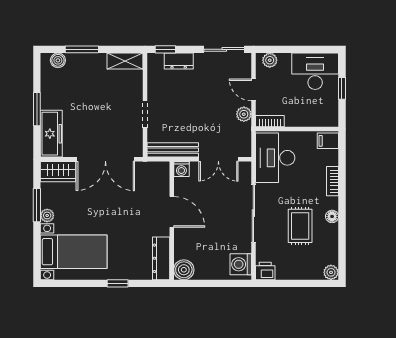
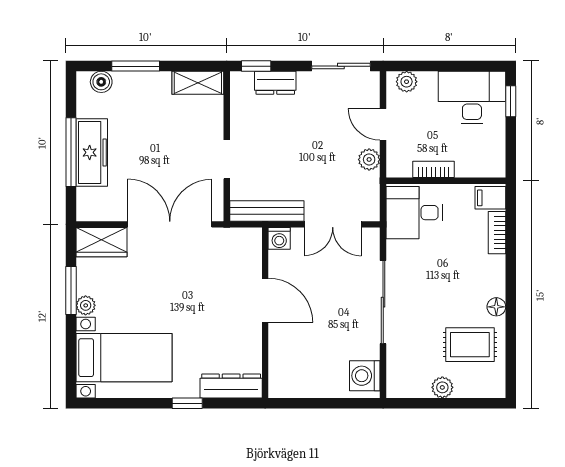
window: (342, 88) -> (511, 101), moved
window: (37, 109) -> (71, 152), width x1.44
bookcase: (270, 121) -> (433, 169), moved
freezer: (51, 134) -> (92, 152), moved
desk: (275, 158) -> (414, 213), width x0.73
double door: (105, 159) -> (170, 224), swing flipped
bookcase: (332, 181) -> (497, 233), moved
rug: (300, 226) -> (470, 345), moved, turned 90
dresser: (161, 258) -> (231, 386), moved, turned 90
boiler: (184, 270) -> (283, 384), removed
printer: (265, 271) -> (400, 385), removed
plant: (331, 272) -> (442, 387), moved

